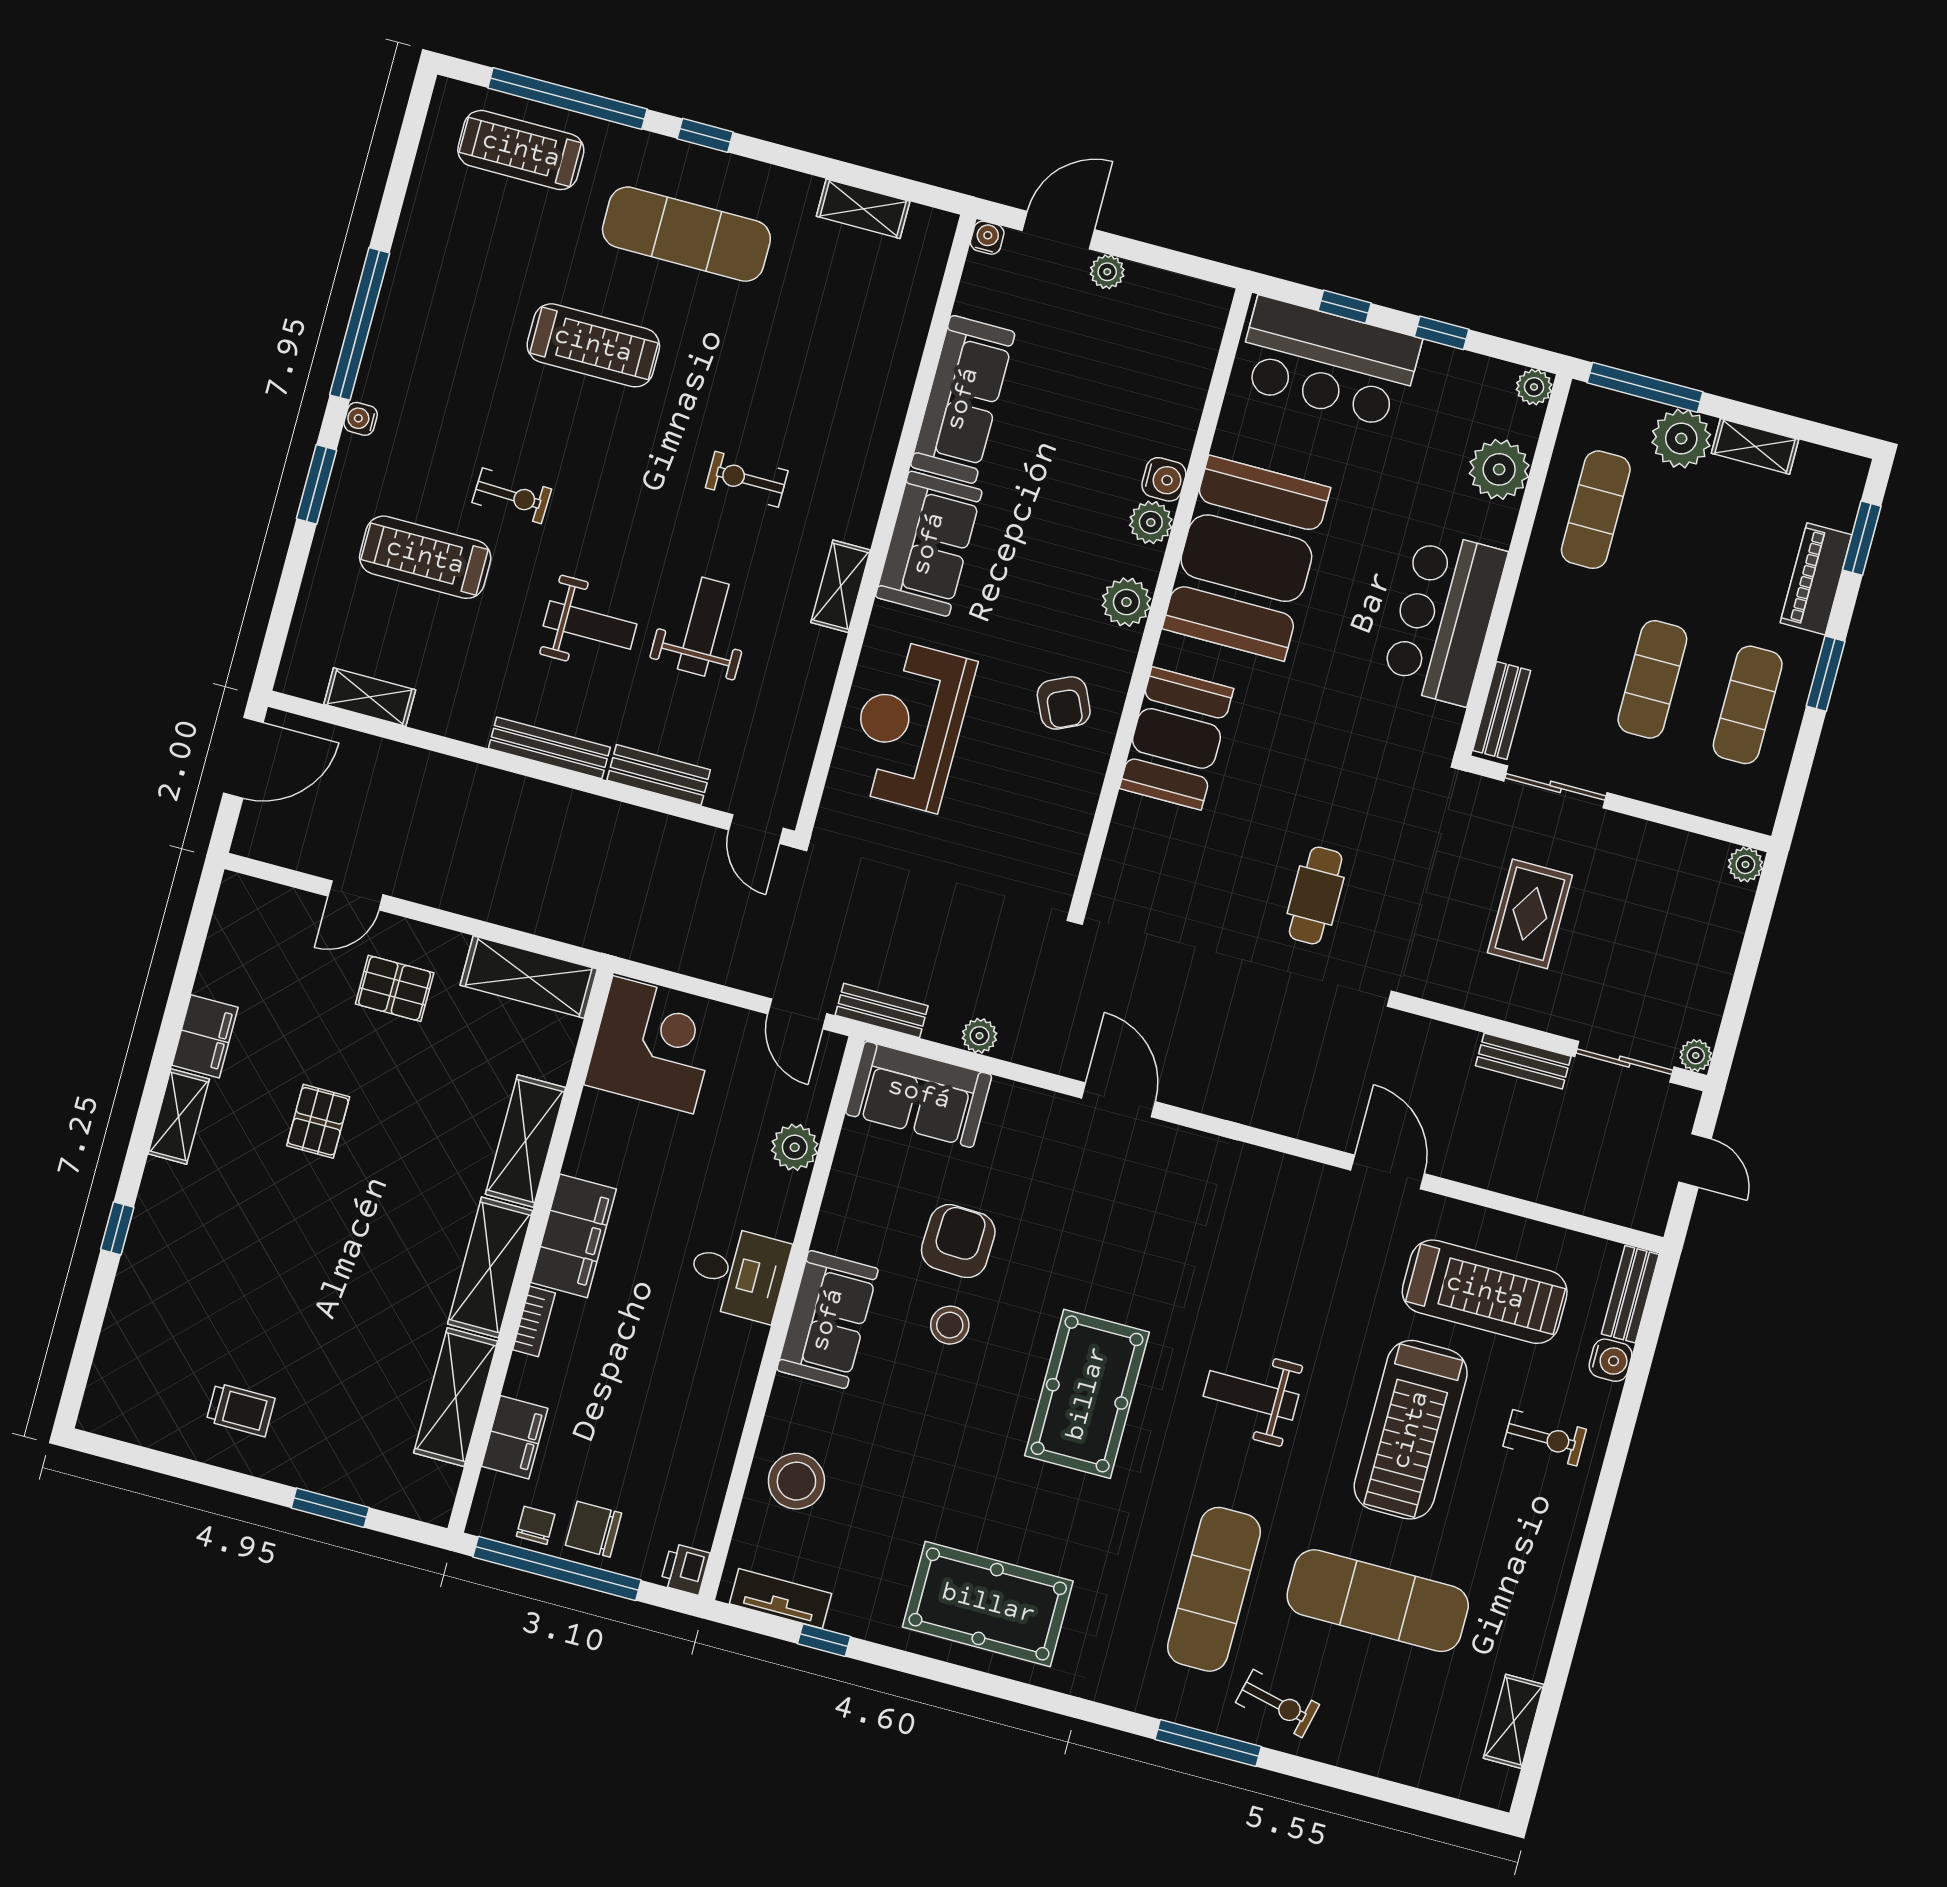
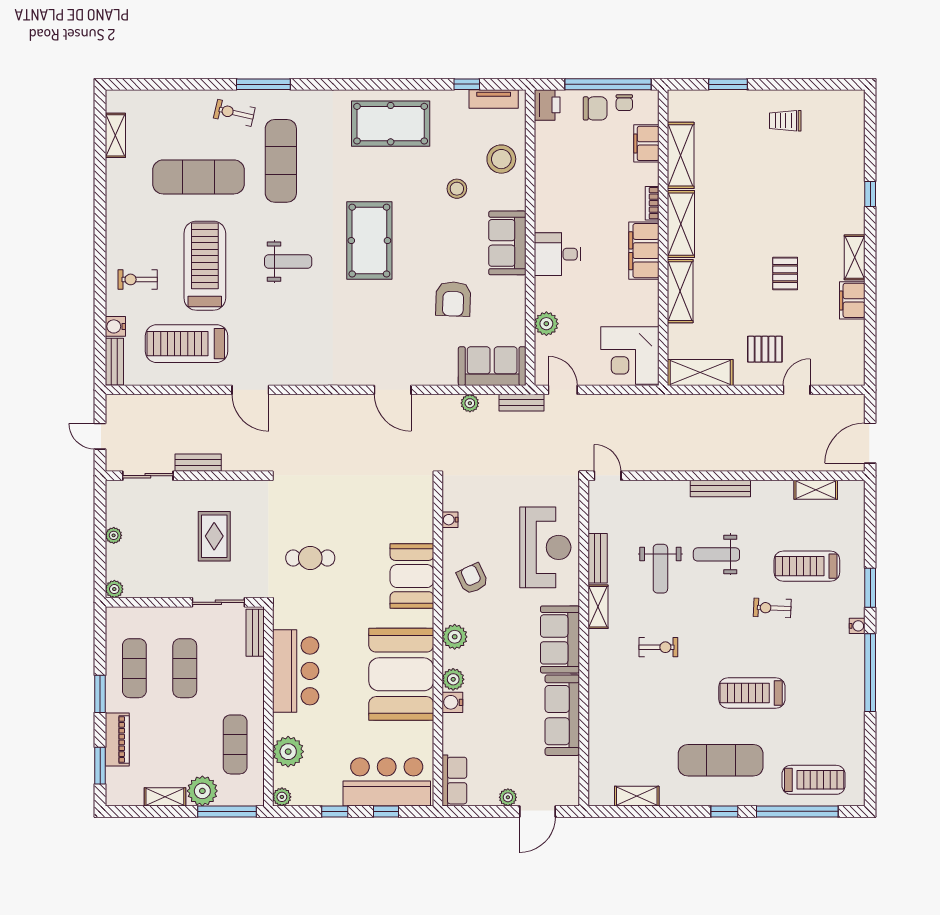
water cooler: (987, 238) -> (450, 520), moved, turned 90
row of seats: (1200, 331) -> (454, 781), added
treadmill: (425, 557) -> (807, 566), turned 180
bench: (659, 775) -> (598, 558), moved, turned 90
cafe table: (1316, 895) -> (310, 558), moved, turned 90
plant: (1696, 1055) -> (114, 535), moved
stool: (950, 1325) -> (457, 189), moved
printer: (685, 1569) -> (547, 105), width x1.36, depth x1.24

